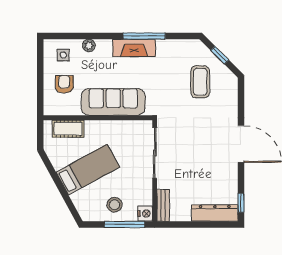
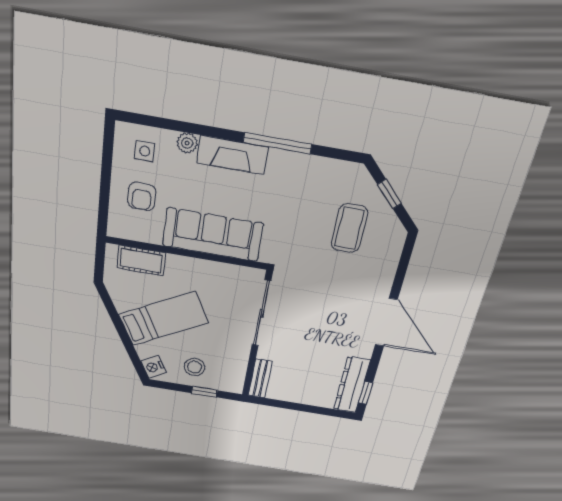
fireplace: (134, 48) -> (232, 155), moved
armchair: (64, 84) -> (142, 196), turned 180
dresser: (215, 213) -> (352, 385), moved, turned -90
nightstand: (145, 214) -> (153, 367), moved, turned 151
window: (125, 224) -> (204, 392), width x0.46

